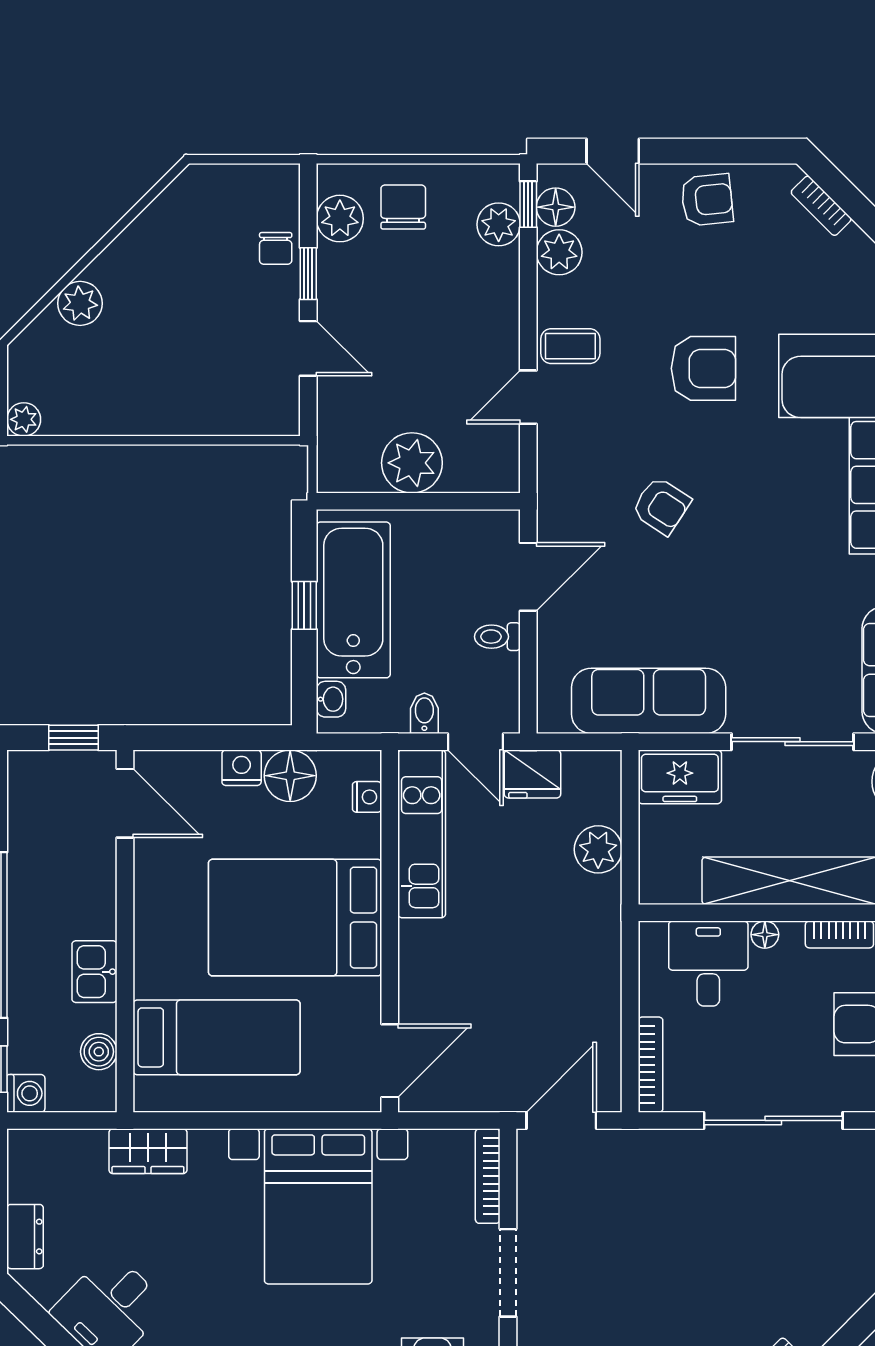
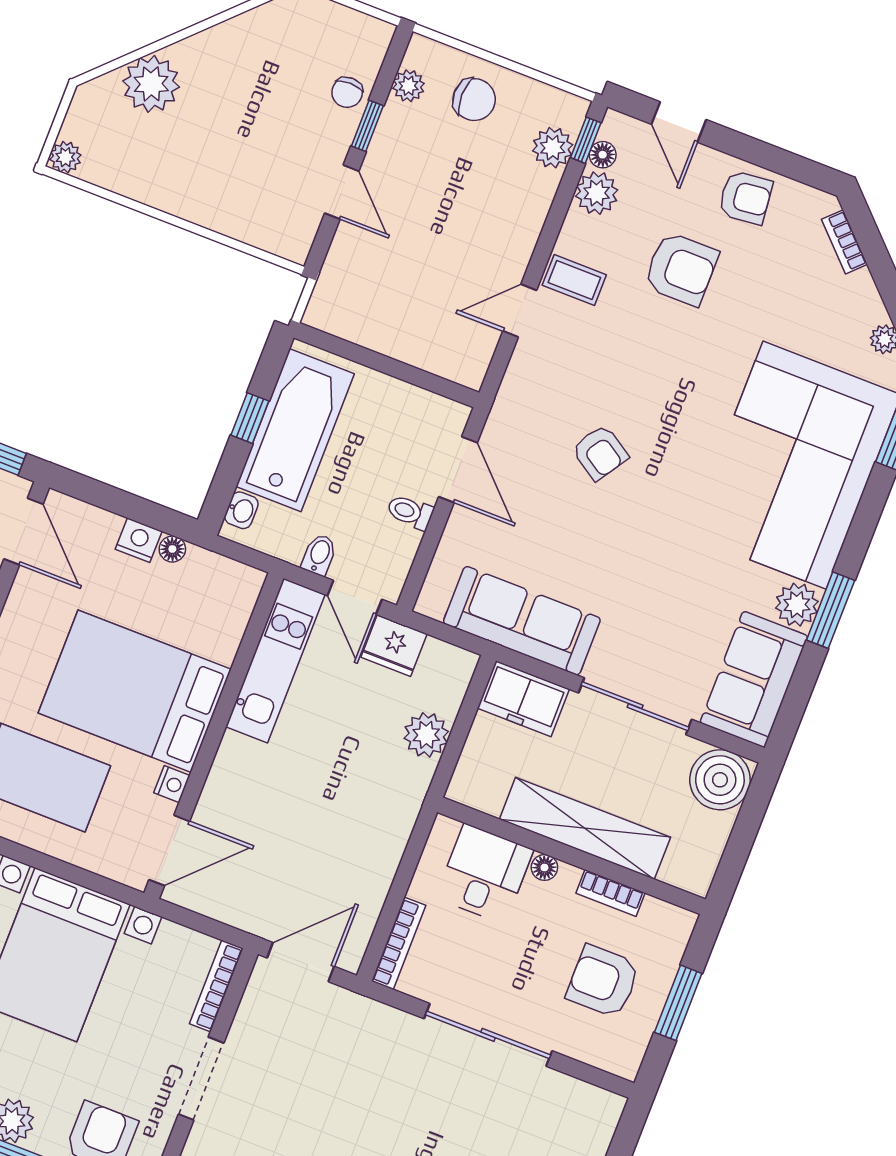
chair: (403, 207) -> (474, 100), turned 90
floor lamp: (556, 207) -> (603, 155), width x0.73, depth x0.73
plant: (340, 219) -> (409, 86), width x0.73, depth x0.73
plant: (80, 303) -> (151, 84), width x1.36, depth x1.36
armchair: (703, 368) -> (681, 269), moved
plant: (412, 463) -> (394, 329), removed
door: (528, 577) -> (458, 470), hinge flipped
floor lamp: (290, 776) -> (172, 549), width x0.53, depth x0.53
nightstand: (367, 797) -> (172, 784), moved

